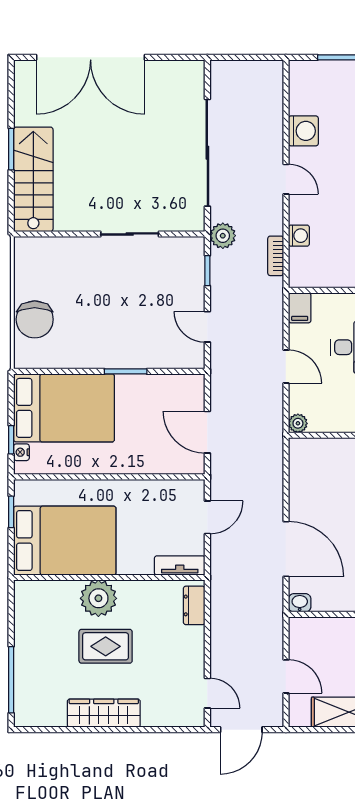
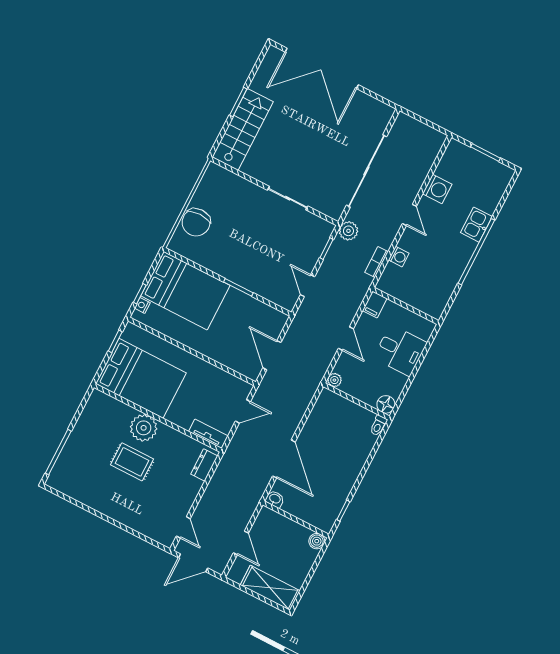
wardrobe: (104, 713) -> (108, 505), removed

